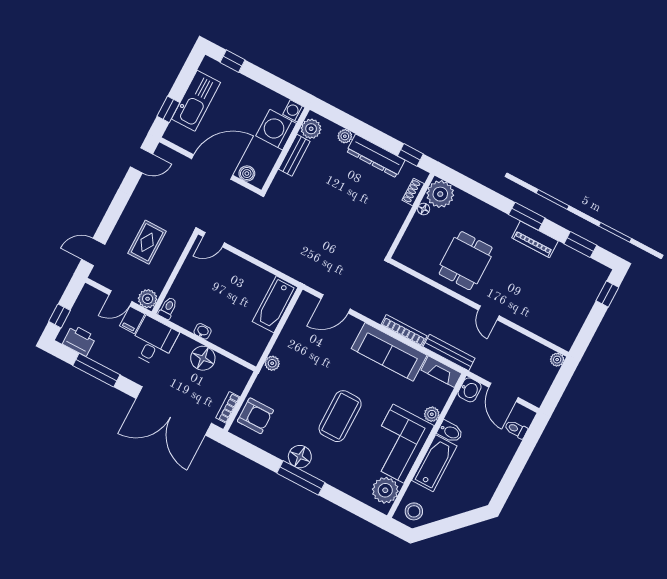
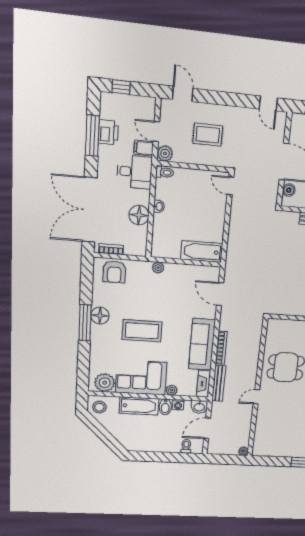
printer: (79, 340) -> (108, 132), moved
washing machine: (455, 415) -> (178, 405), added

